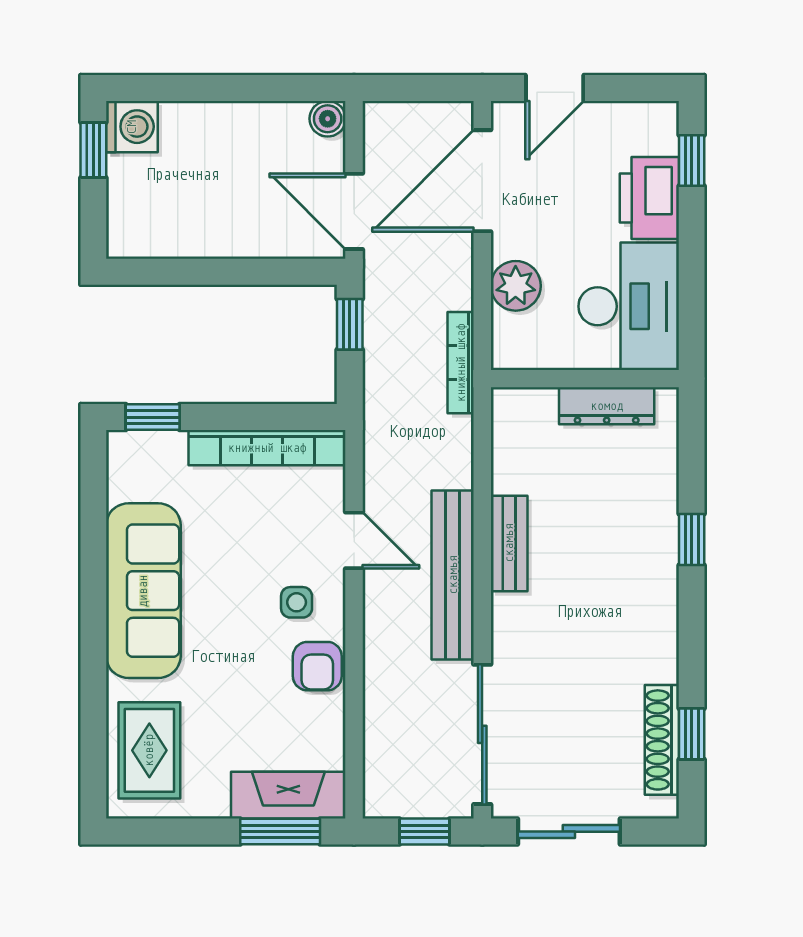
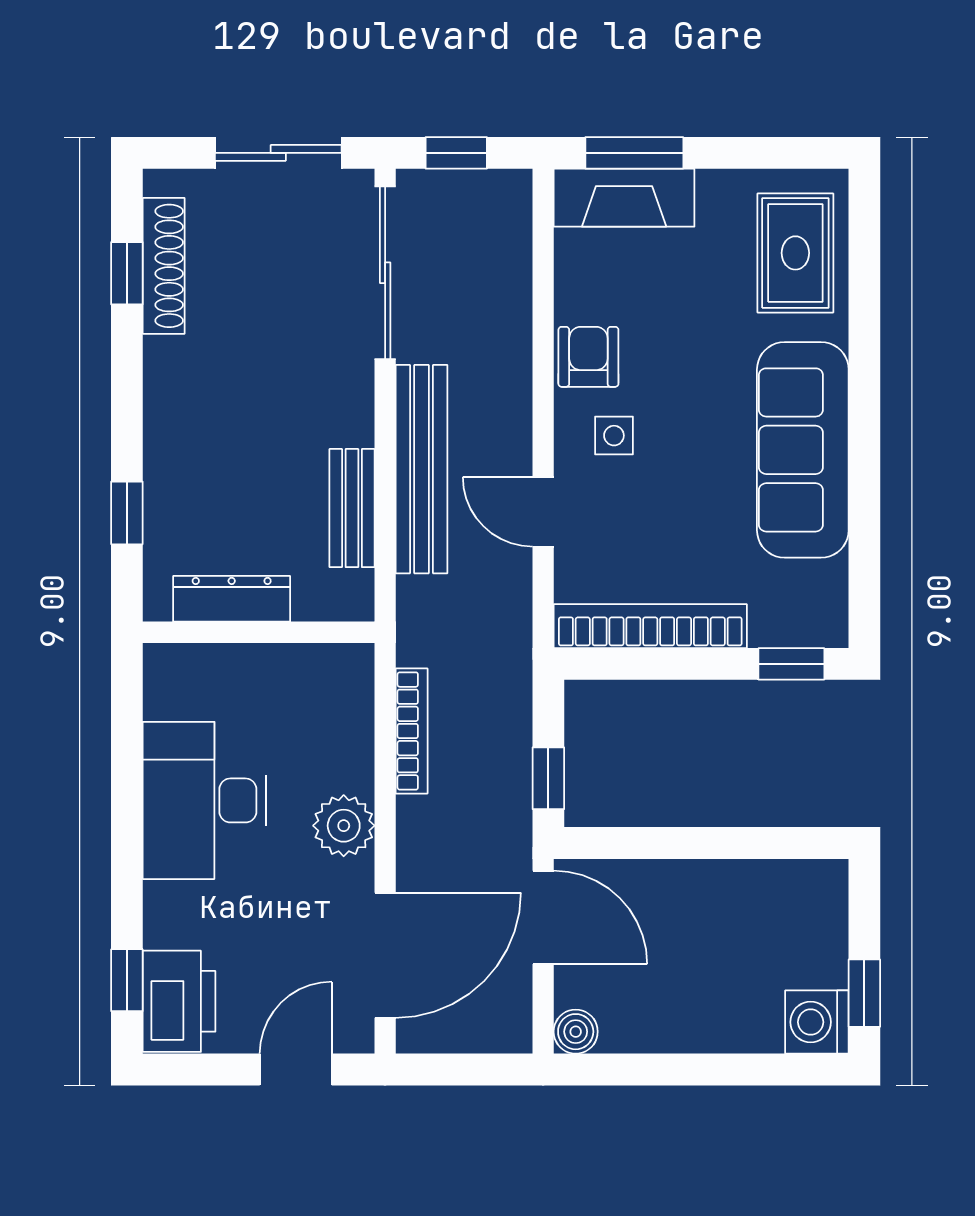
printer: (649, 198) -> (179, 1001), moved
wall: (585, 379) -> (259, 632), moved
dresser: (607, 406) -> (232, 599), moved

